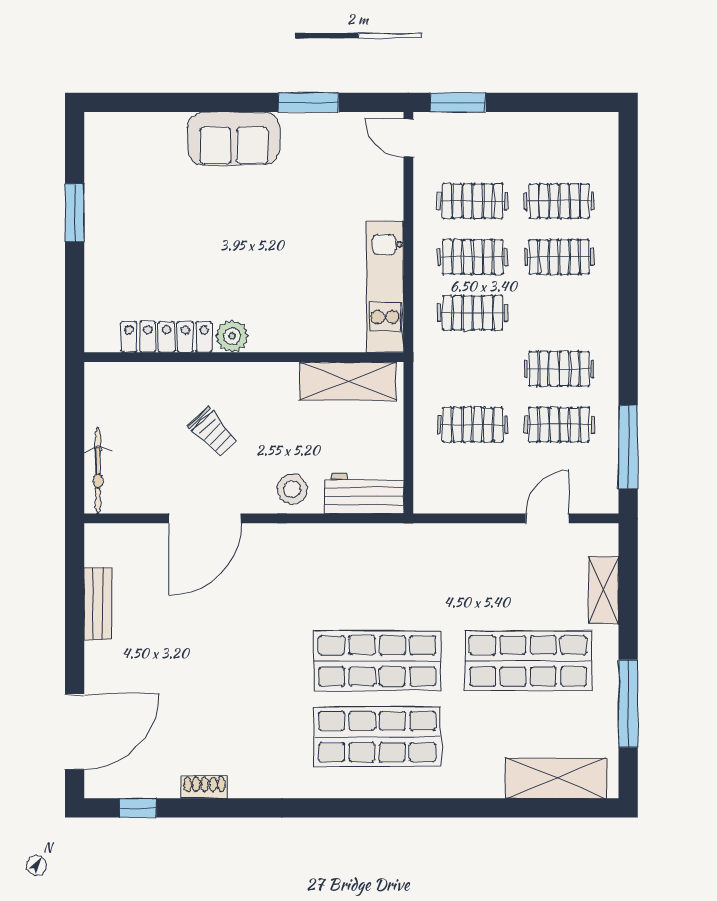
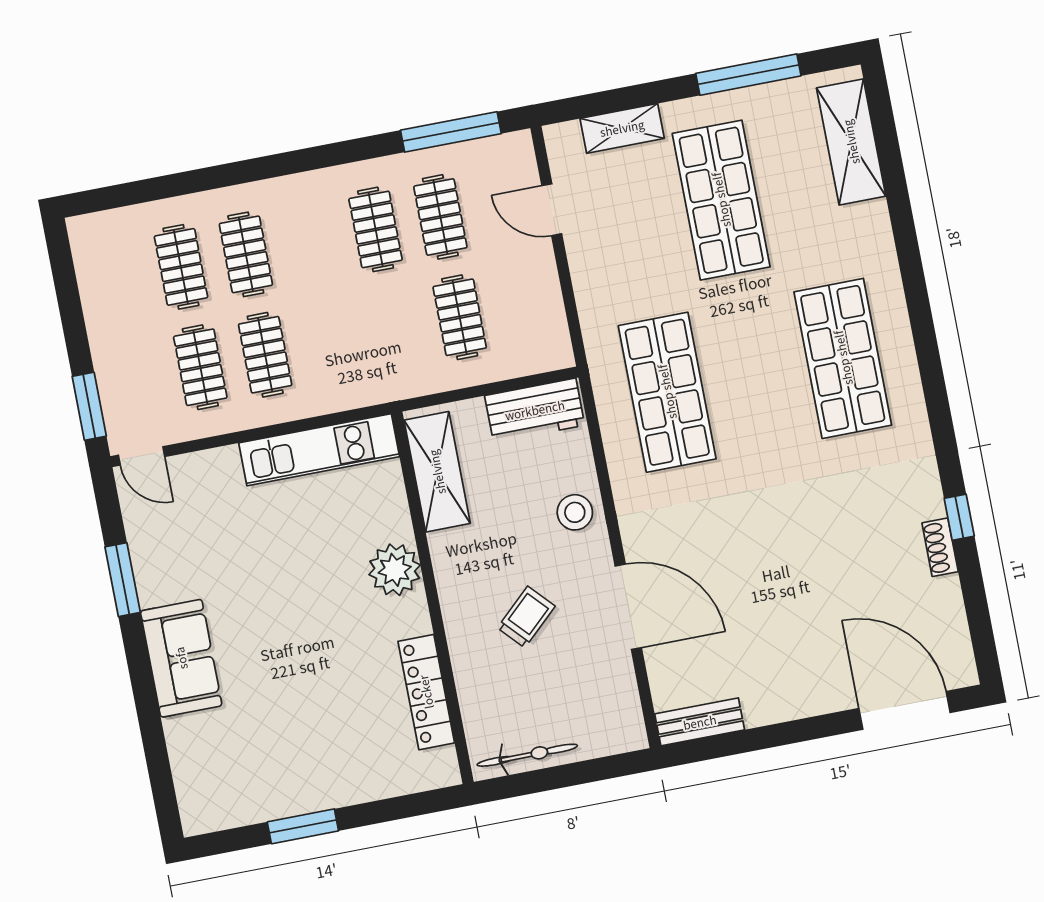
door: (408, 138) -> (142, 456), hinge flipped
clothes rail: (473, 313) -> (330, 342), removed
plant: (232, 336) -> (395, 570), moved, width x1.36, depth x1.36
bicycle: (98, 470) -> (527, 755), moved
workbench: (364, 493) -> (535, 410), moved, turned -90
bench: (98, 603) -> (700, 722), moved
shop shelf: (377, 661) -> (667, 392), moved
window: (138, 808) -> (959, 517), moved

